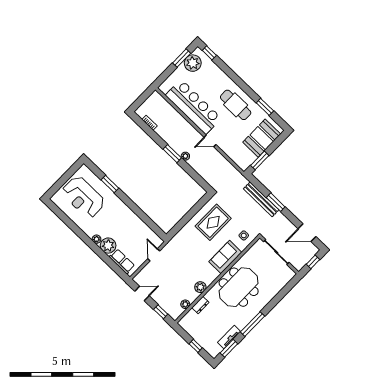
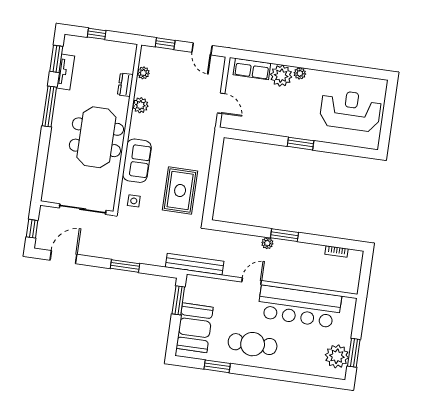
window: (209, 53) -> (326, 382), removed
window: (110, 184) -> (300, 144), moved
bench: (261, 199) -> (195, 264), moved
door: (142, 294) -> (202, 49), hinge flipped

